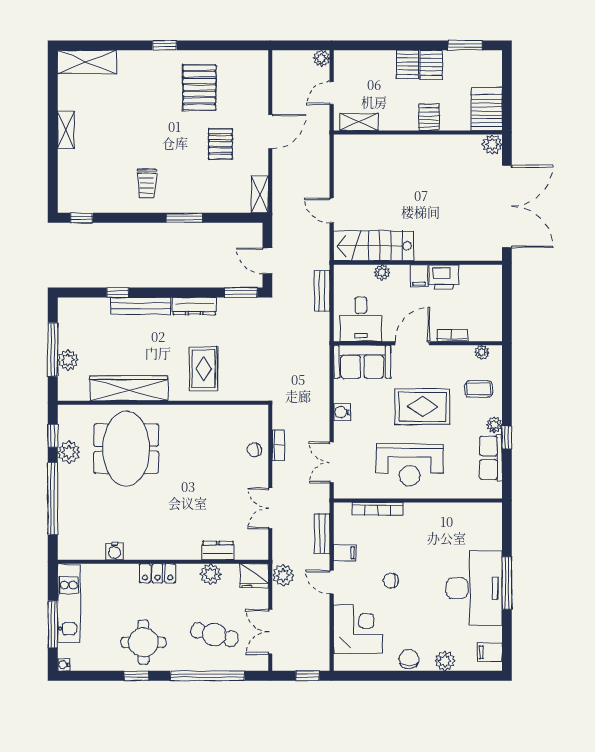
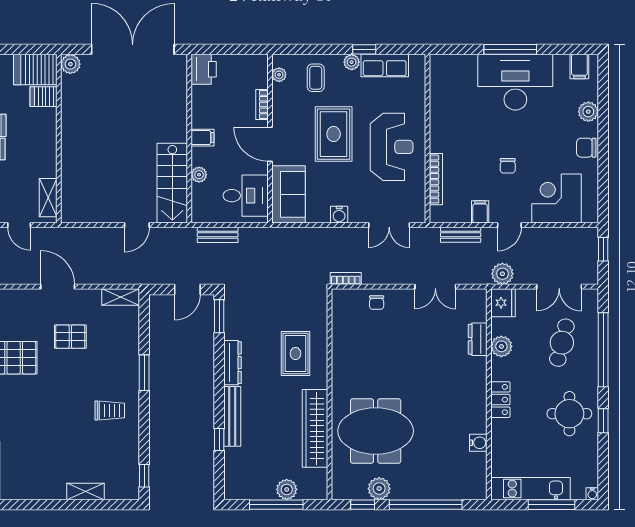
server rack: (429, 117) -> (43, 97), moved
shelving: (66, 130) -> (86, 491), moved
printer: (444, 277) -> (204, 69), moved
rug: (203, 369) -> (296, 354), turned 90
bookcase: (278, 445) -> (346, 279), moved

